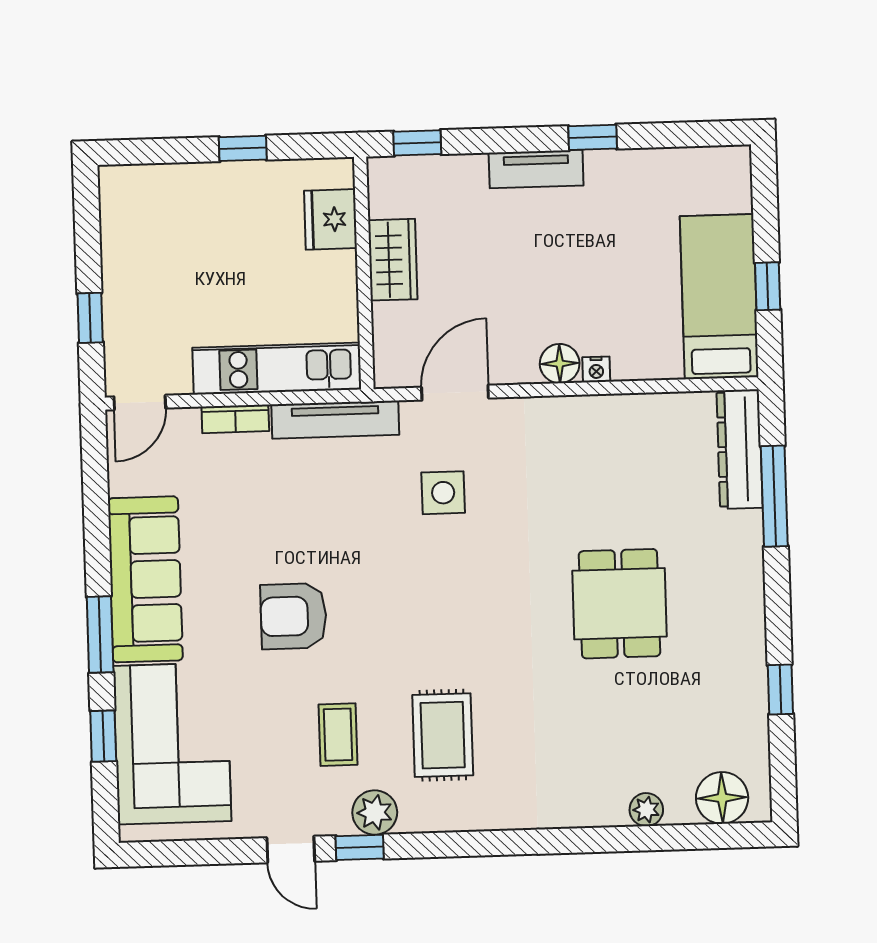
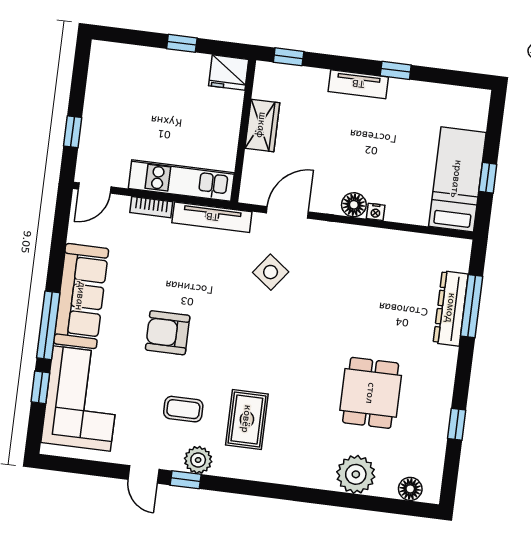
fridge: (330, 219) -> (229, 73), moved, turned -90
dresser: (740, 449) -> (451, 308), moved
side table: (443, 493) -> (271, 272), turned 37
dining table: (619, 604) -> (371, 393), moved
window: (100, 635) -> (48, 325), width x1.44
coffee table: (338, 735) -> (183, 409), turned 90
floor lamp: (722, 798) -> (410, 489), width x0.73, depth x0.73
plant: (646, 810) -> (356, 474), width x1.87, depth x1.87

